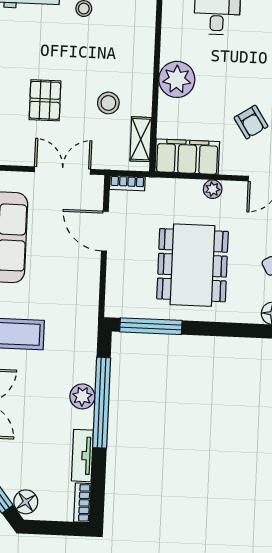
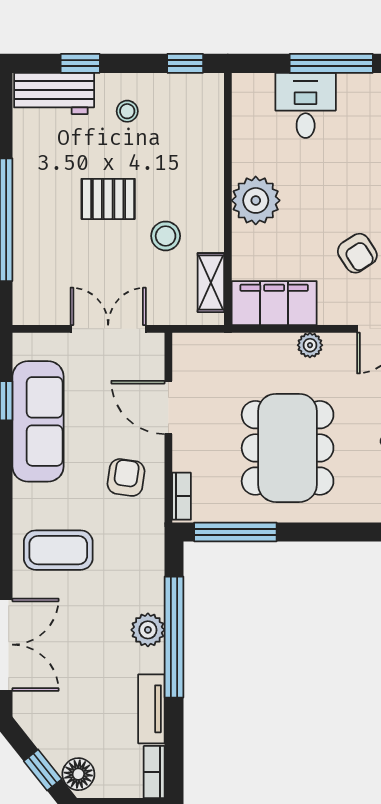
pallet: (45, 100) -> (108, 199), moved, turned 90
bookcase: (127, 183) -> (182, 496), moved, turned -90
armchair: (71, 282) -> (126, 477), added

